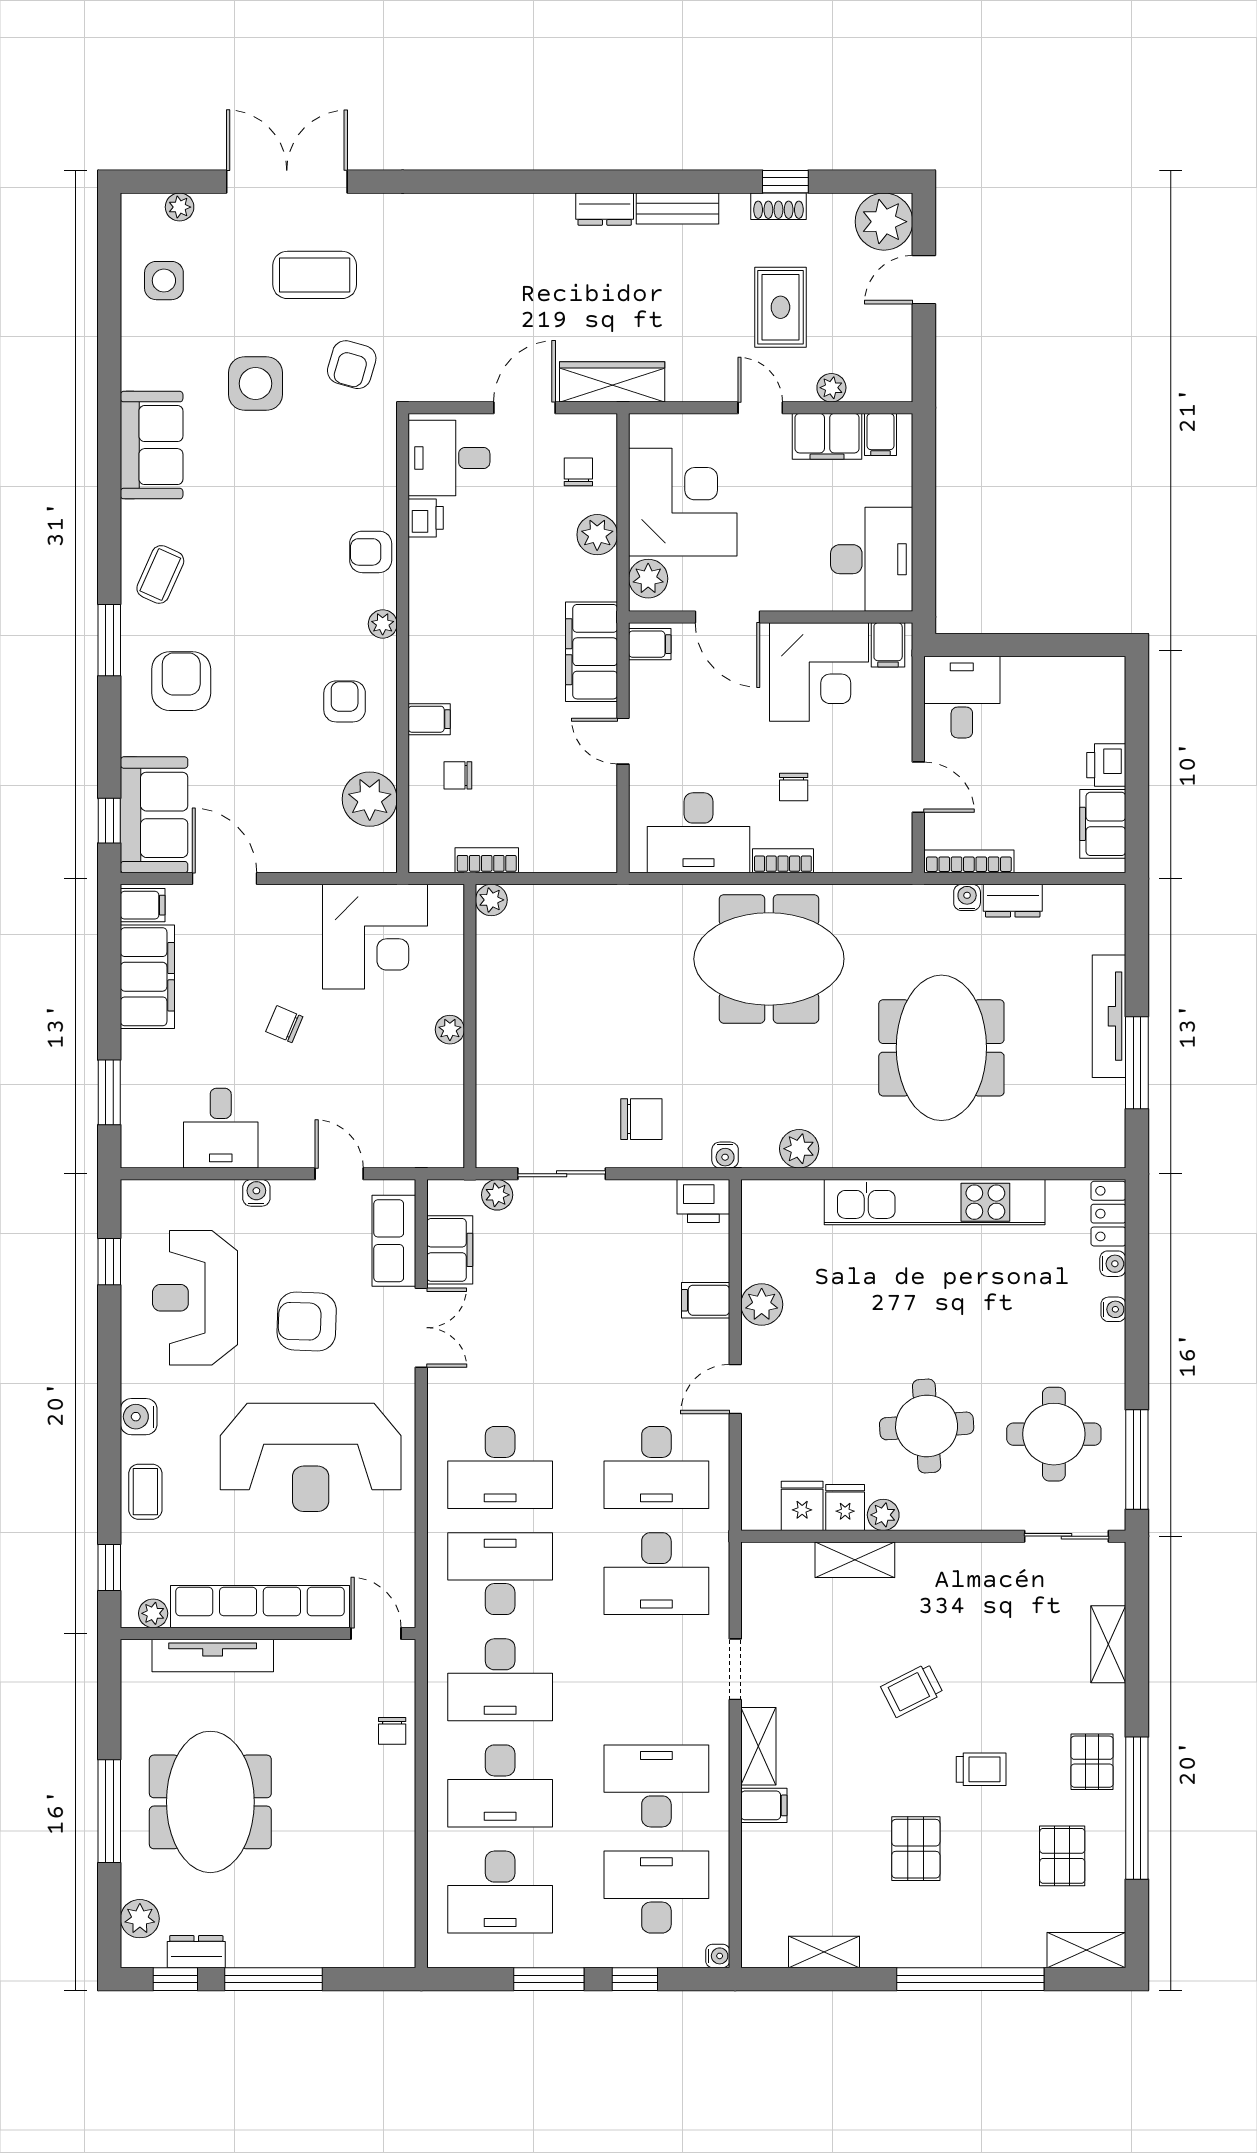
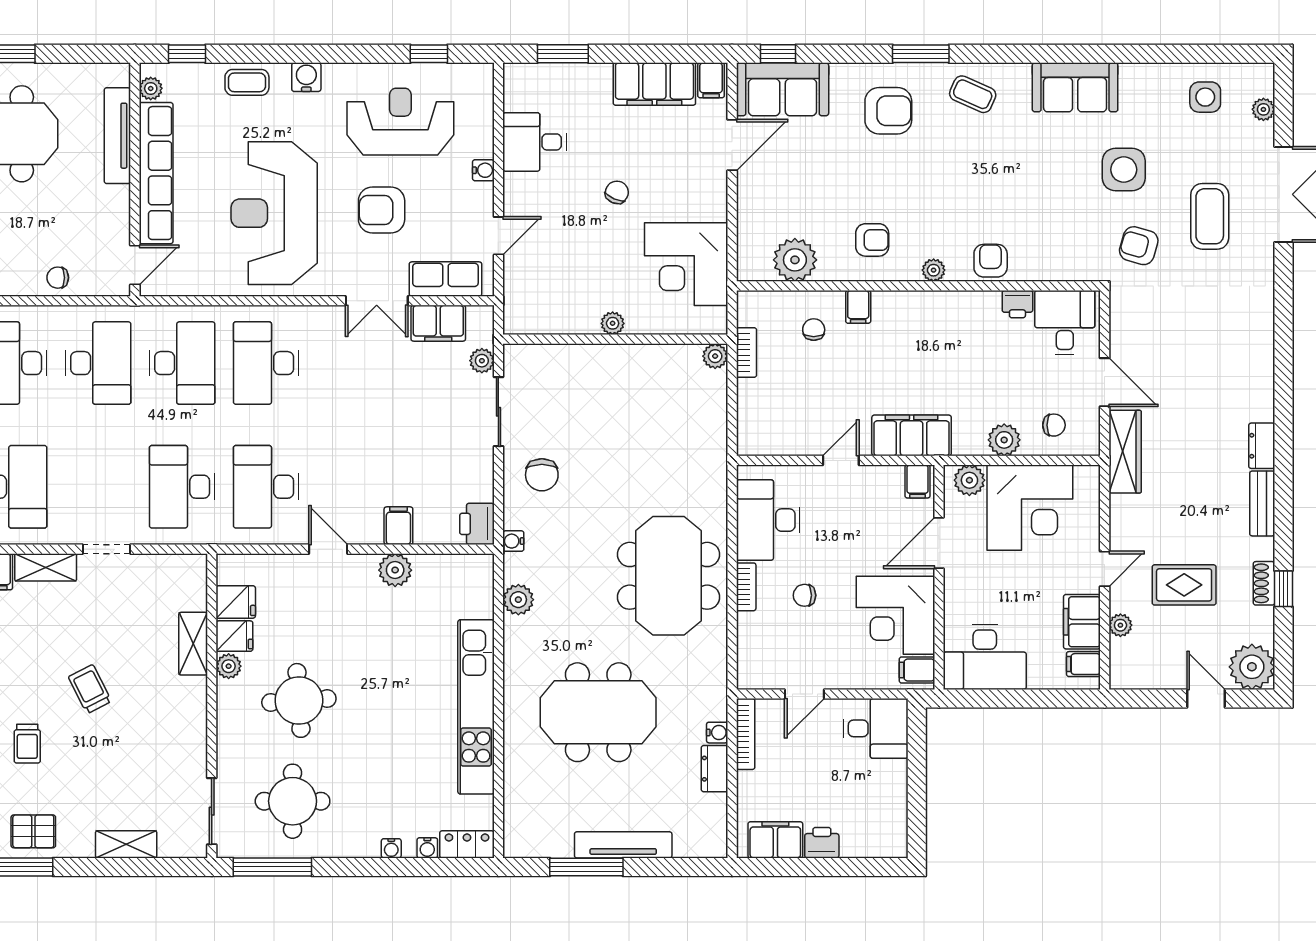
armchair: (307, 1322) -> (382, 210), turned -92
desk: (500, 1680) -> (98, 363), turned 180

